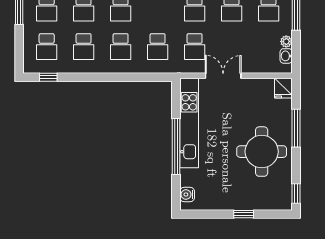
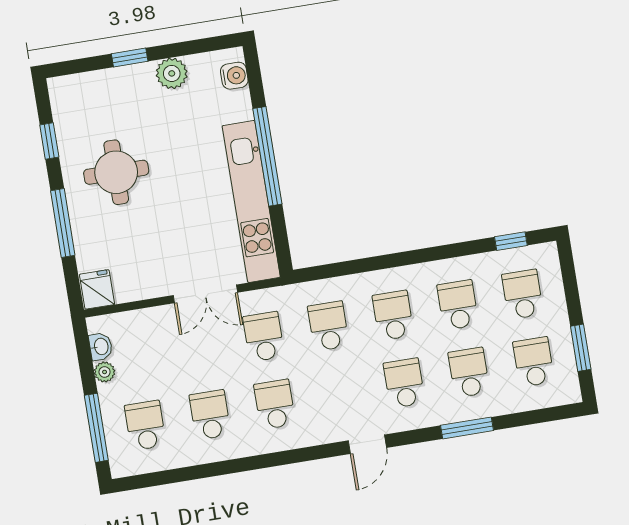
round table: (262, 152) -> (116, 172), width x0.73, depth x0.73
window: (296, 194) -> (49, 141), moved
plant: (222, 201) -> (172, 73), added

